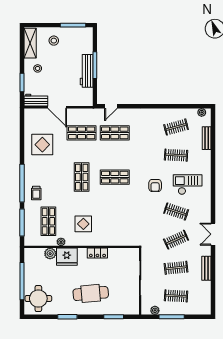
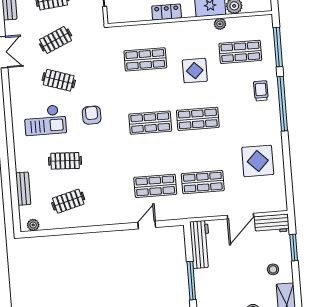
workbench: (87, 71) -> (200, 244), moved
door: (111, 106) -> (147, 225), moved
door: (57, 107) -> (240, 216), swing flipped
shop shelf: (82, 177) -> (198, 119), turned 90
shop shelf: (48, 221) -> (240, 52), turned 90
shop shelf: (115, 221) -> (145, 59), added
display table: (83, 224) -> (195, 71), moved

